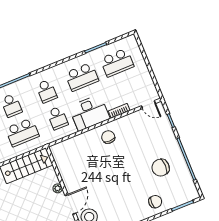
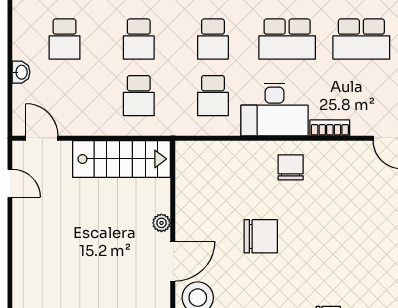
school desk: (22, 132) -> (139, 96), width x0.54
chair: (161, 168) -> (261, 236), moved, turned 180

